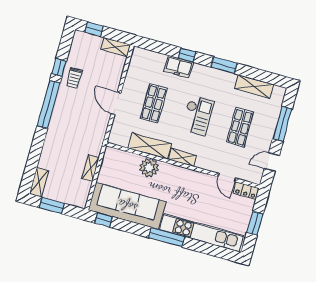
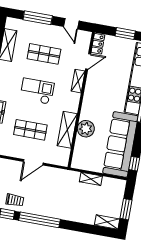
shelving: (182, 157) -> (78, 81), moved

